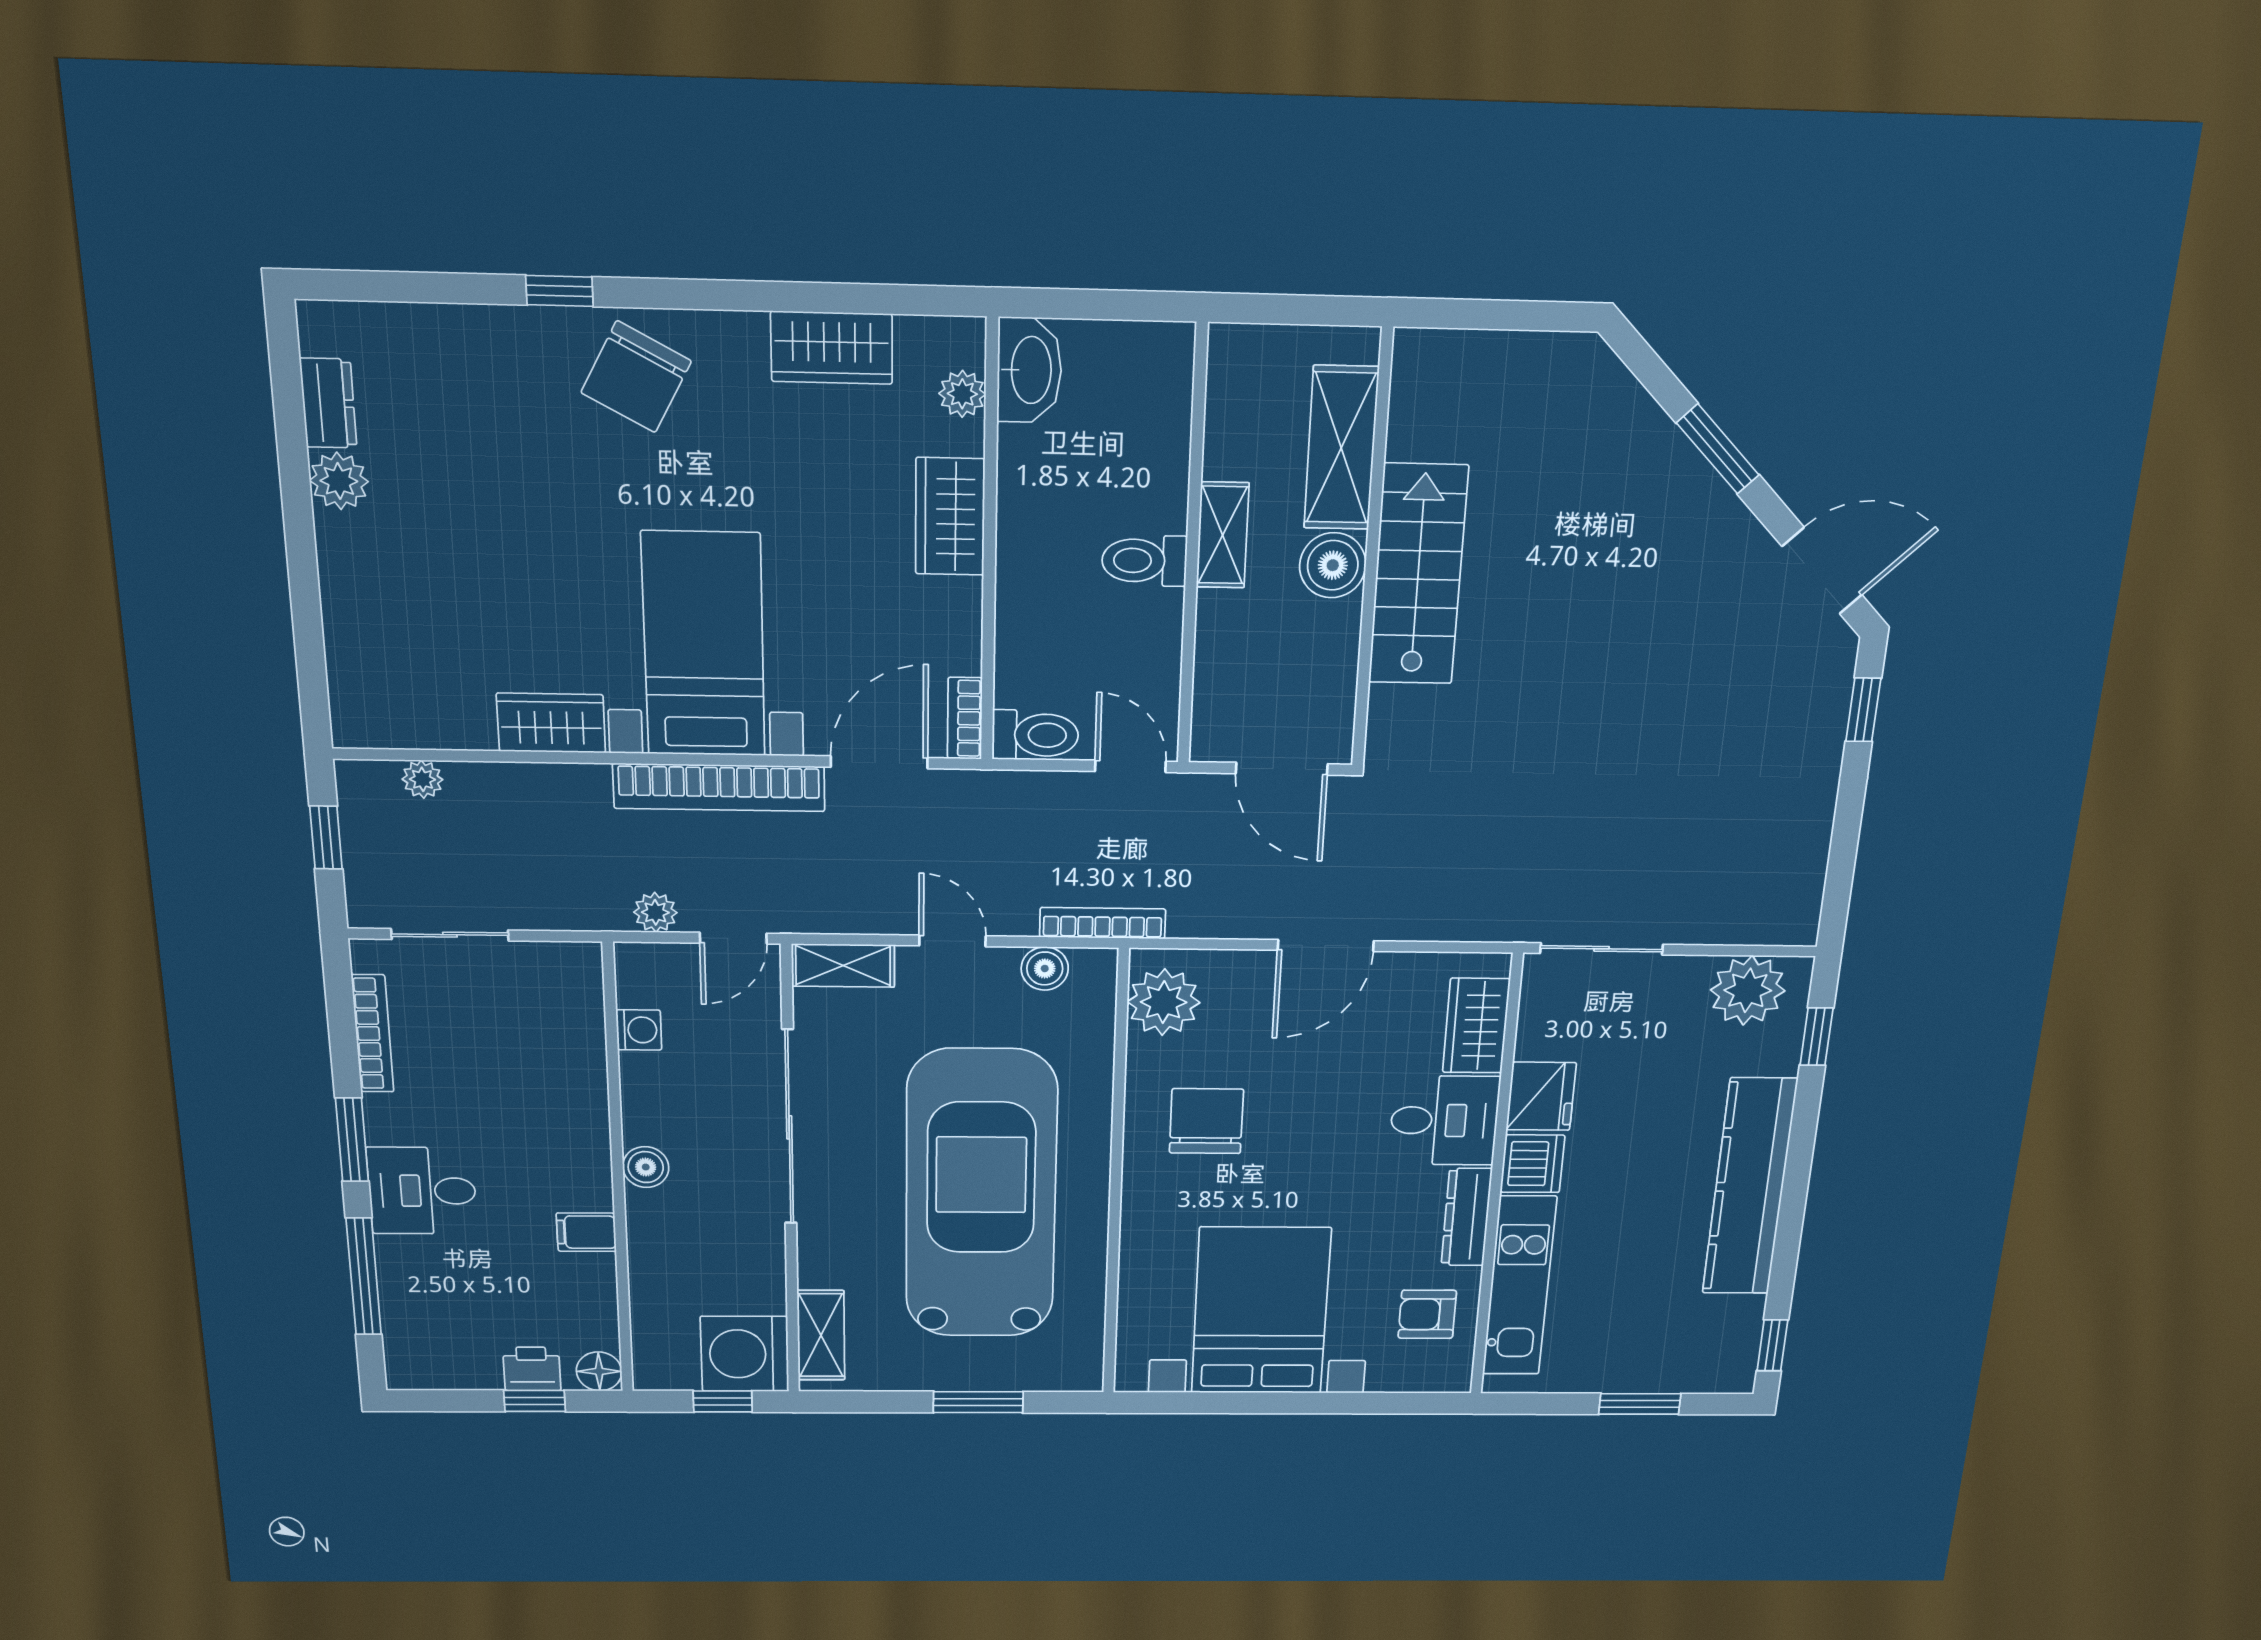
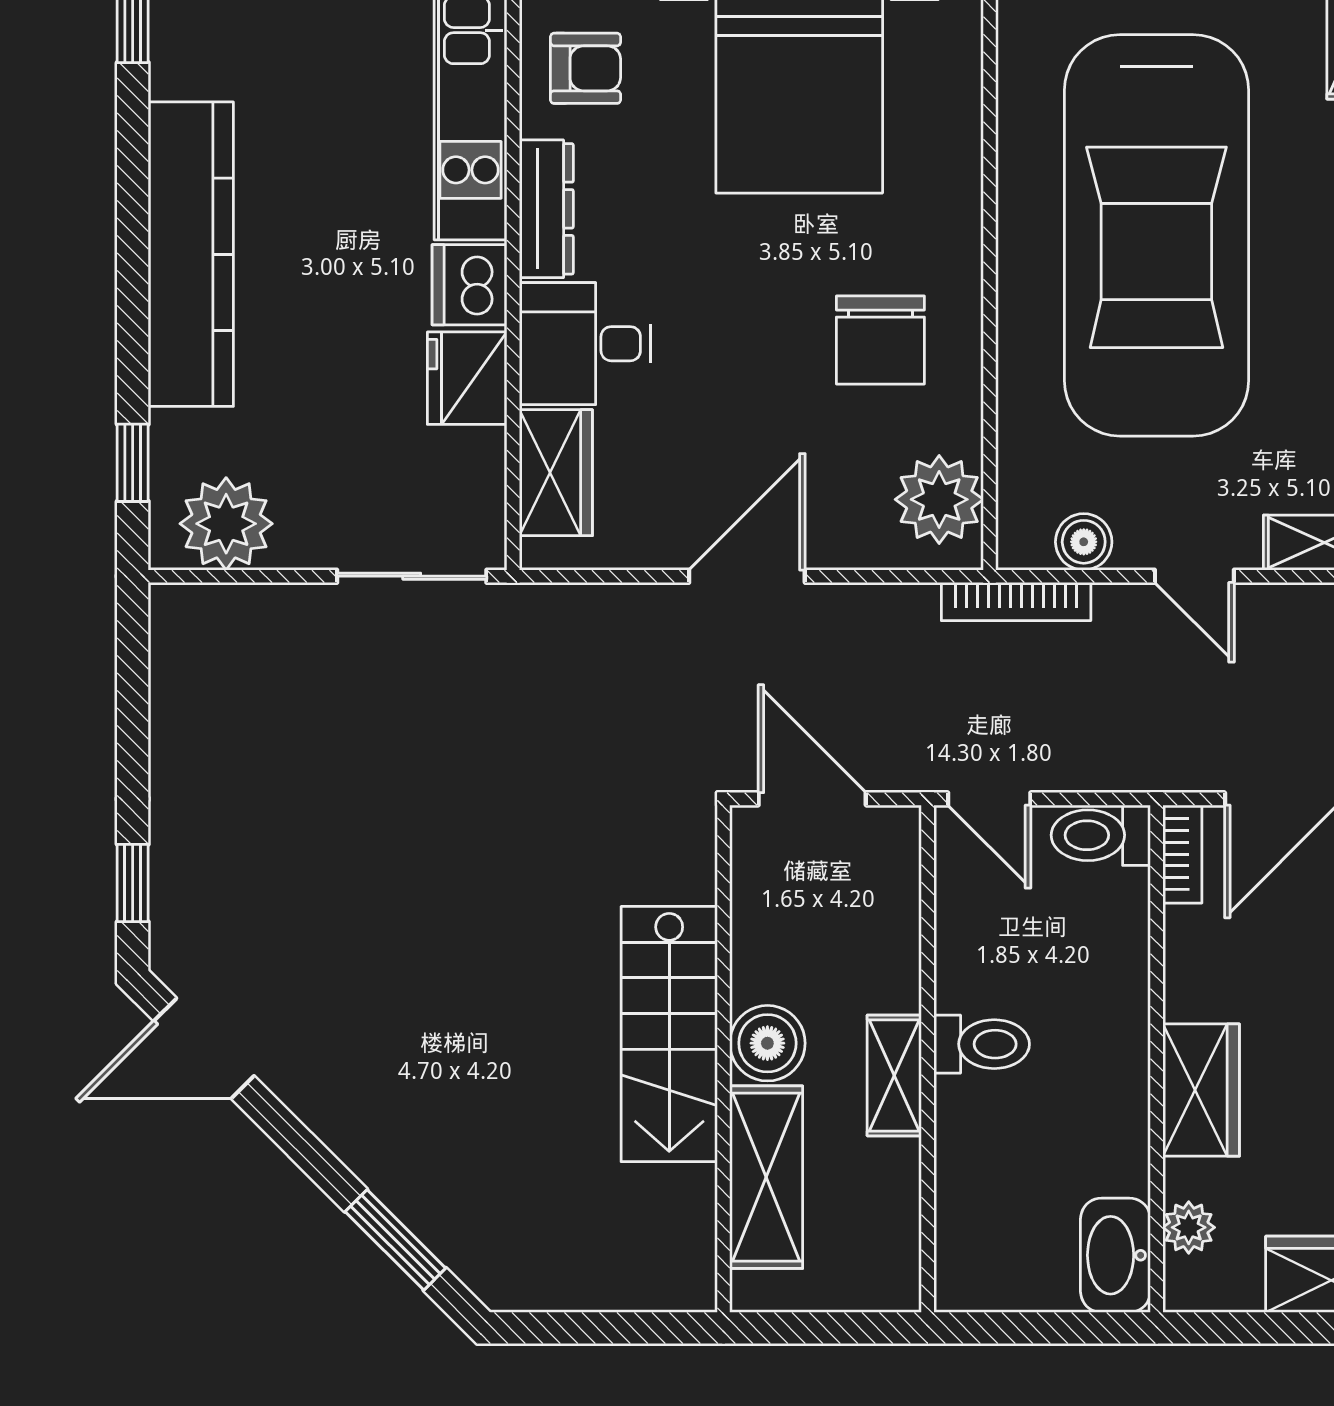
window: (1718, 449) -> (395, 1240), moved

